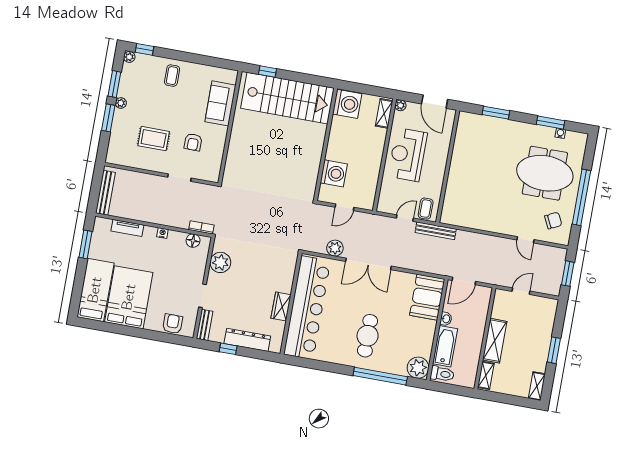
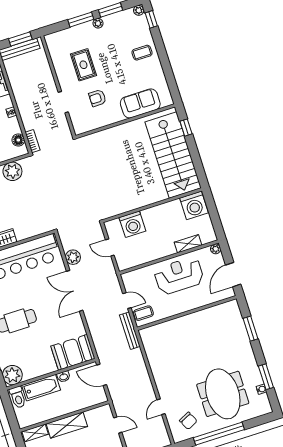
shelving: (384, 113) -> (188, 244), moved
window: (96, 187) -> (20, 39), added

